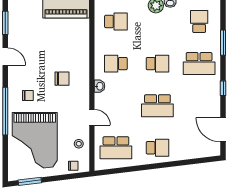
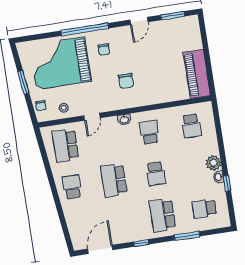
school desk: (199, 21) -> (204, 209), turned 180
school desk: (157, 148) -> (72, 187), turned 180
window: (30, 181) -> (23, 82), moved

